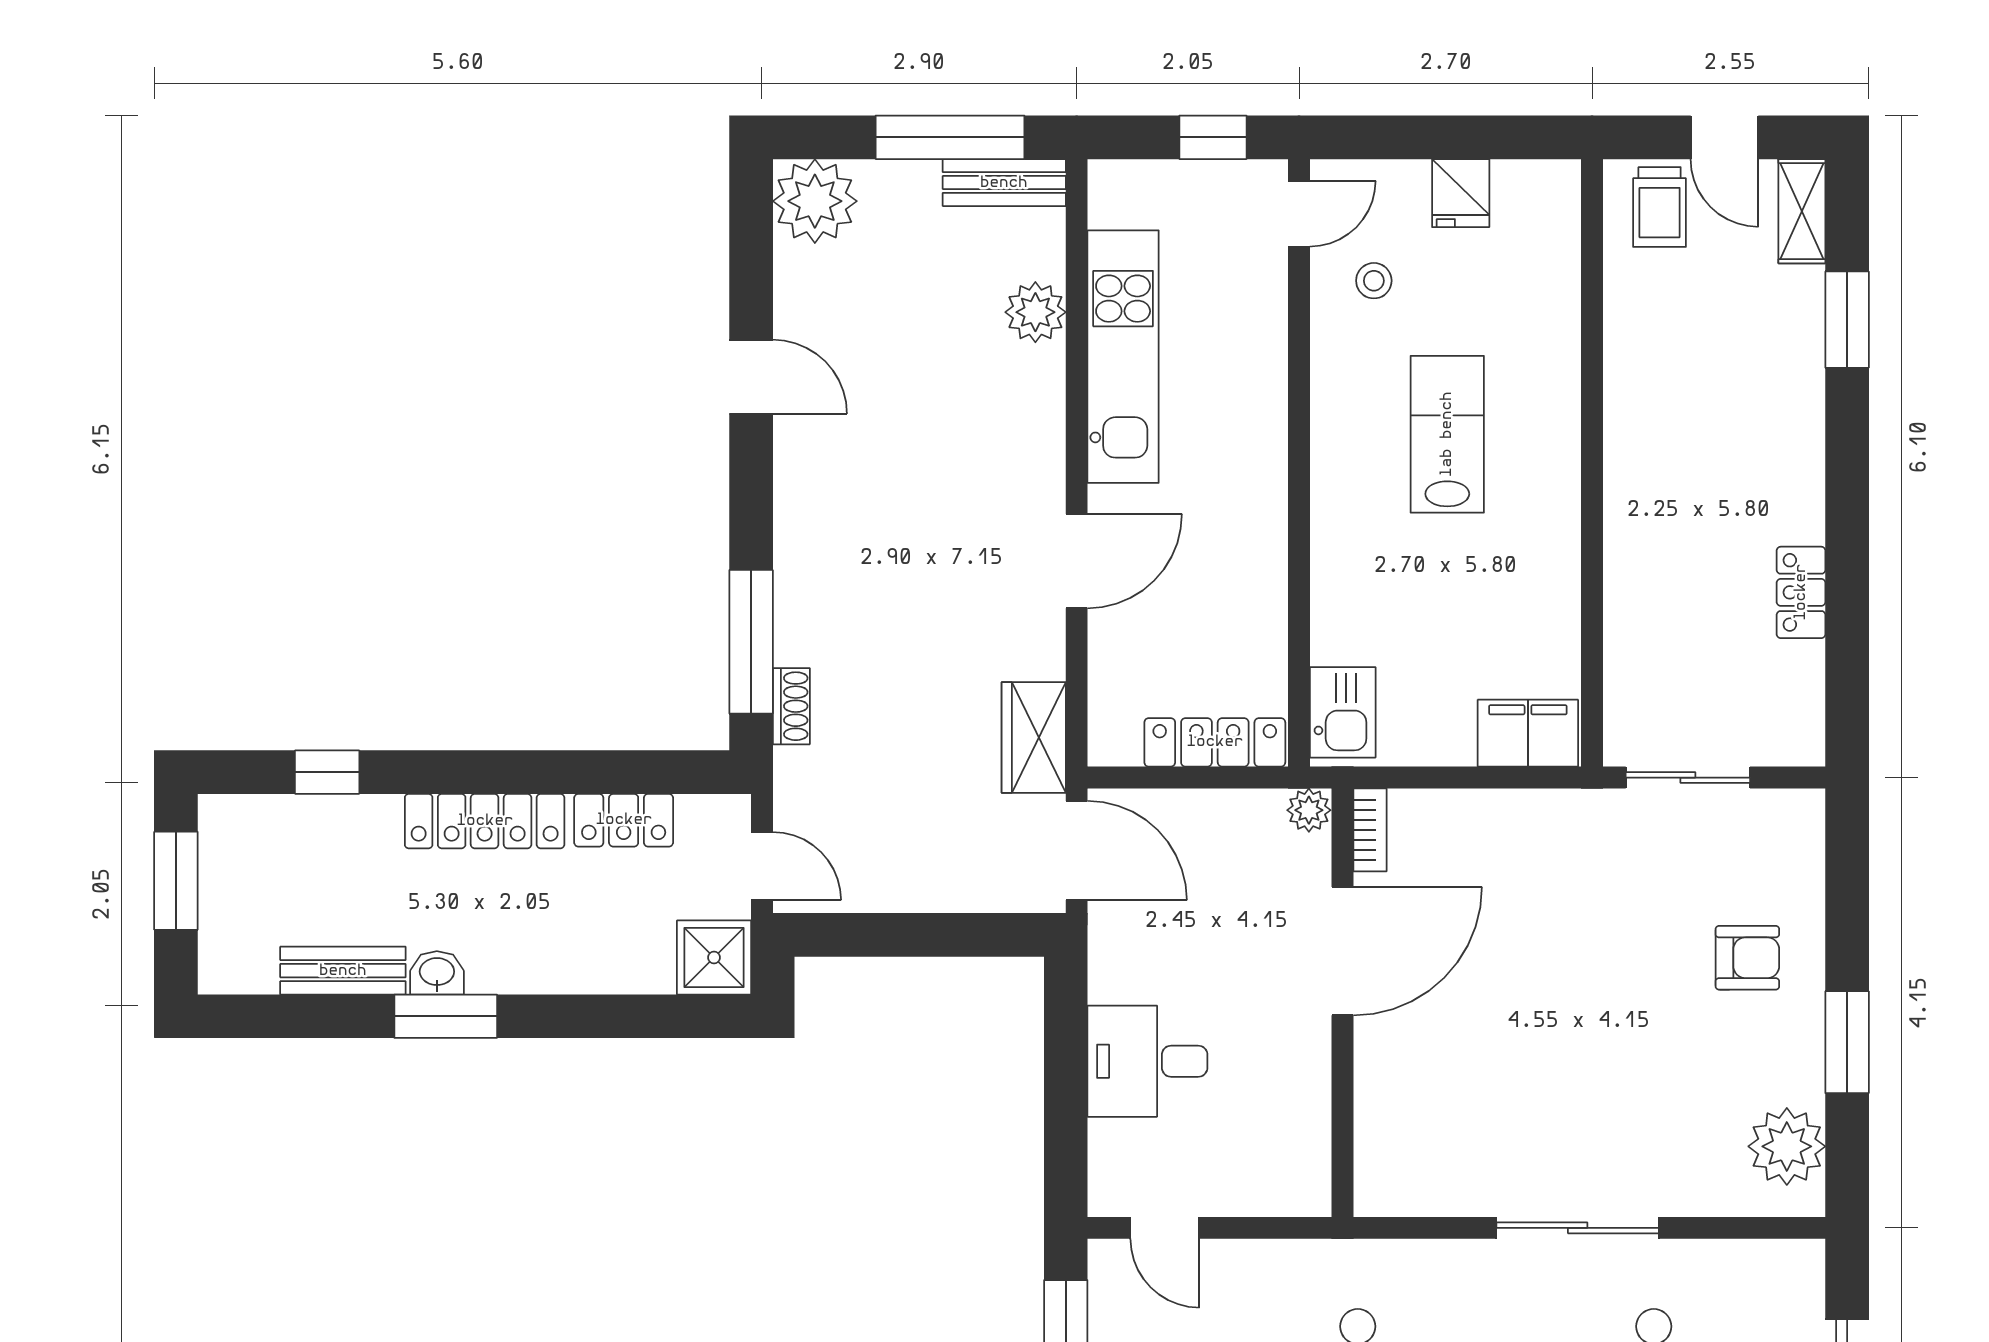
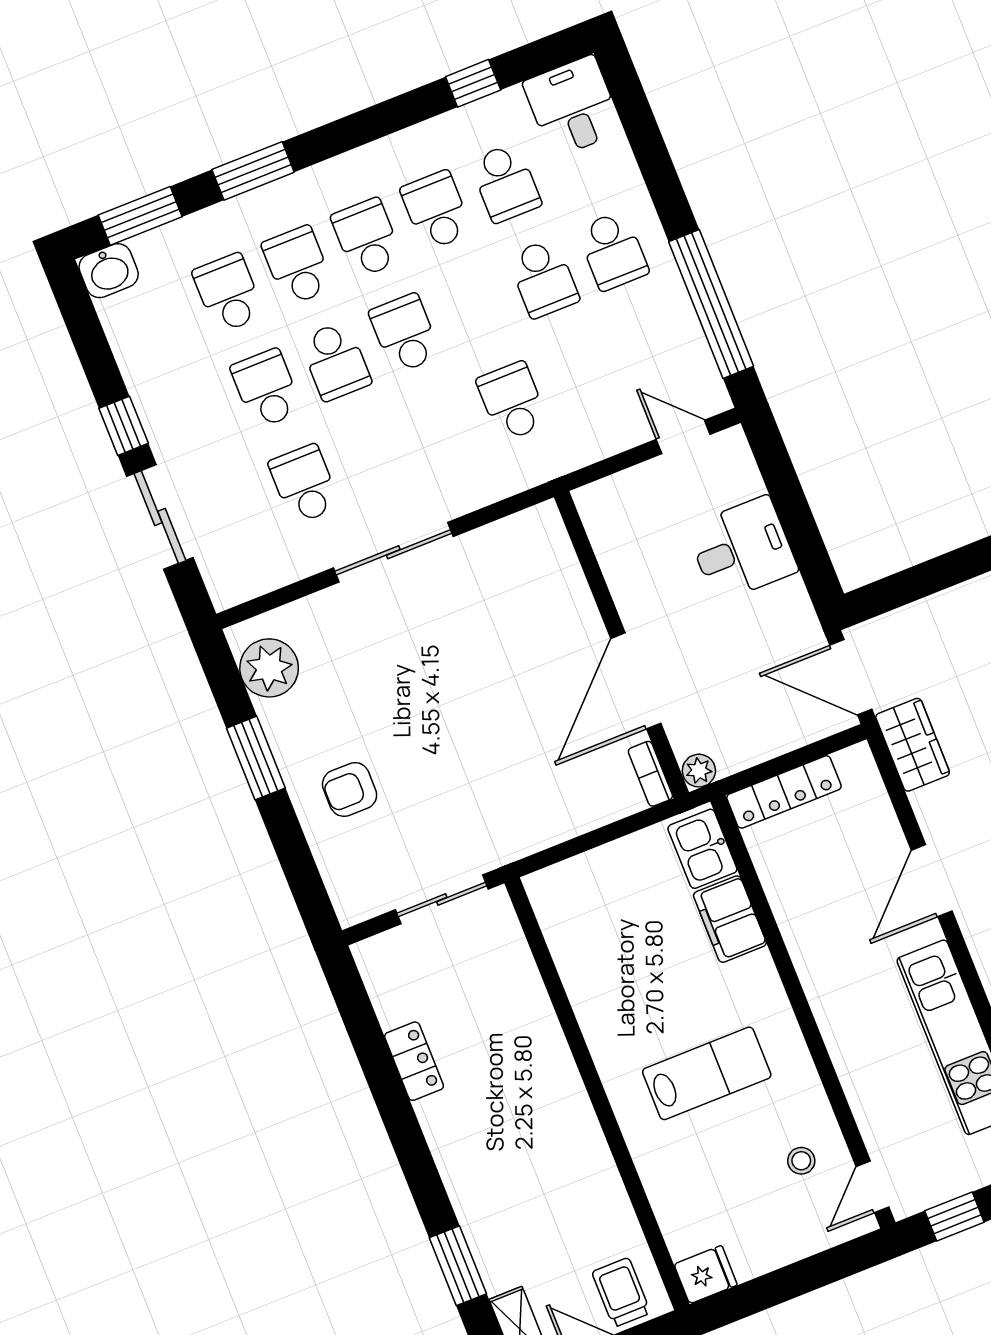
fridge: (1461, 193) -> (706, 1275), moved, turned 90
lab bench: (1447, 434) -> (707, 1073), turned -90
filing cabinet: (1528, 733) -> (730, 919), moved, turned 90

